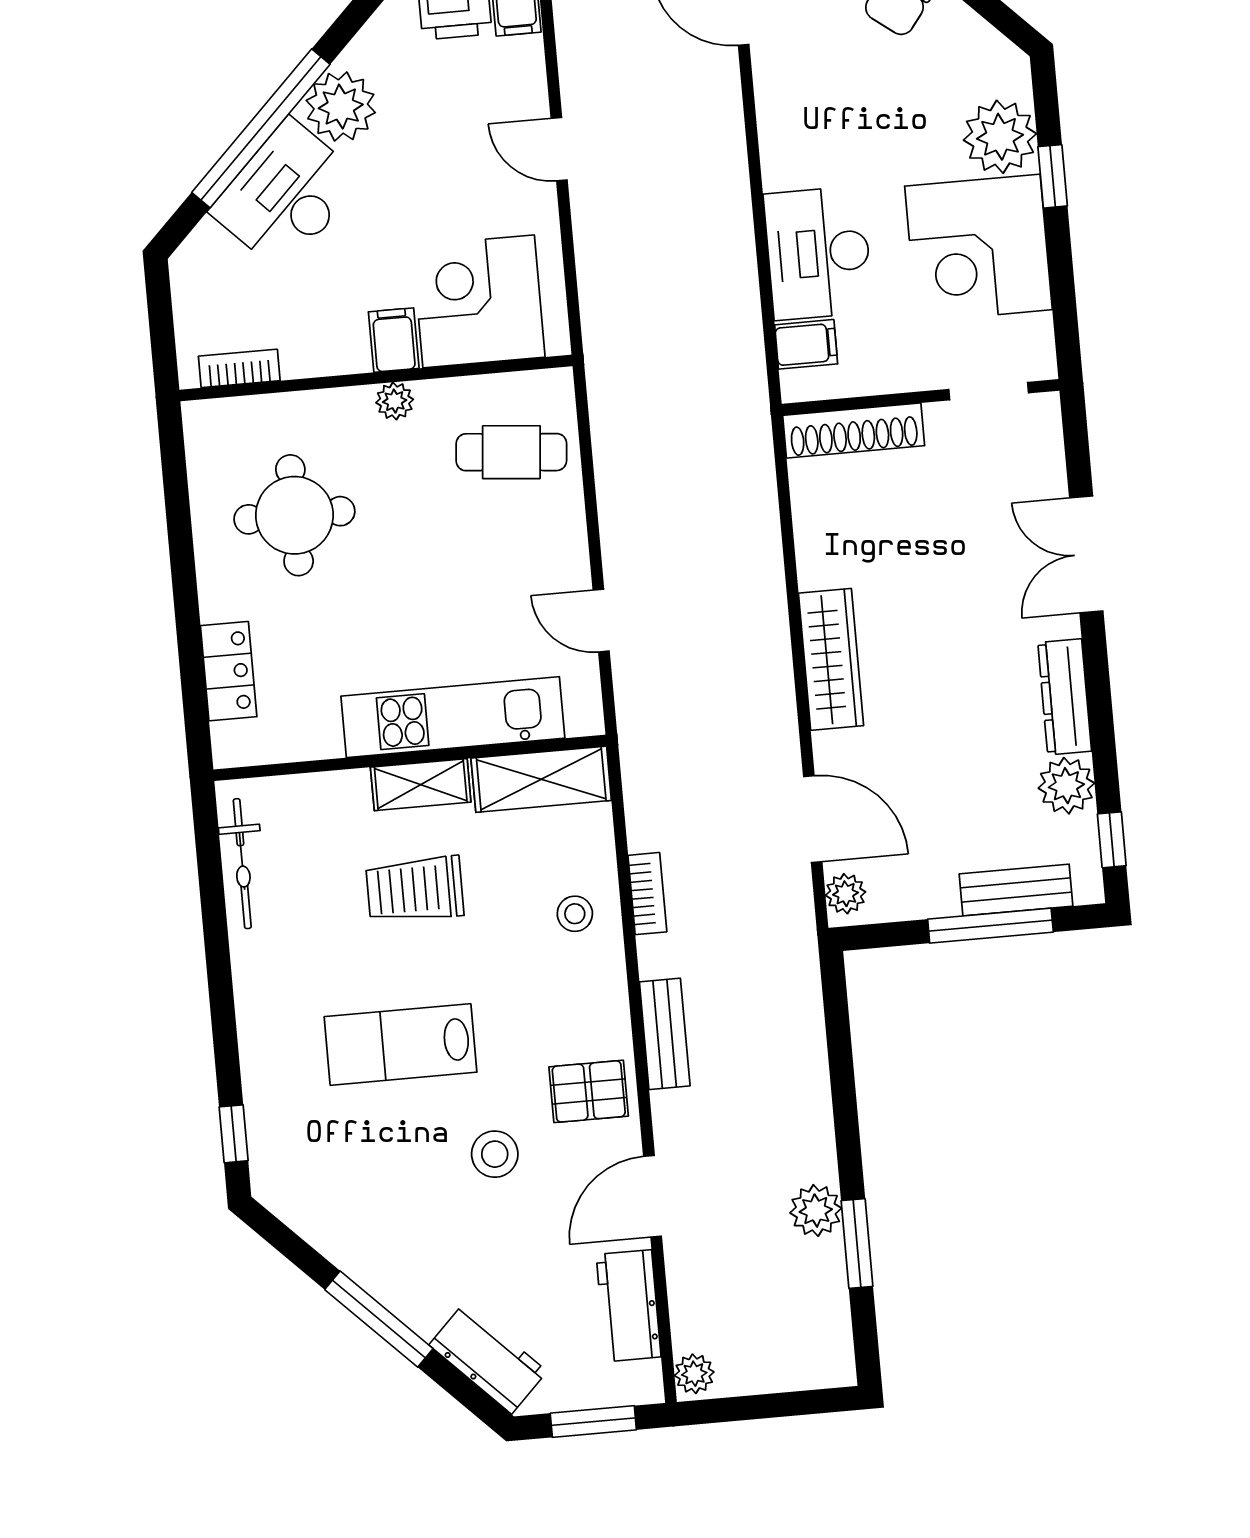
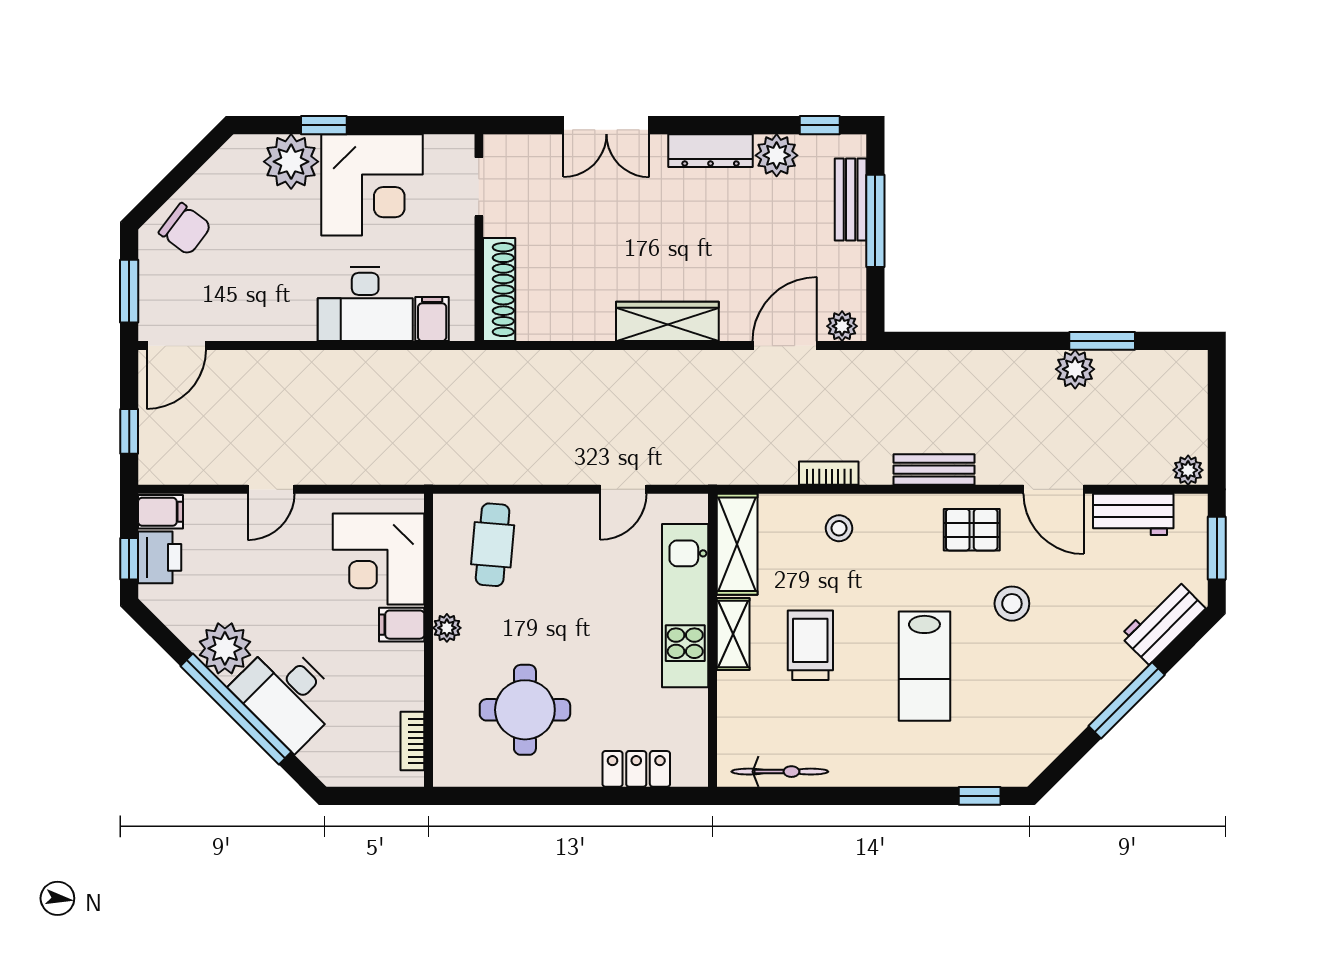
trolley: (415, 889) -> (810, 645), turned 180
pallet: (589, 1091) -> (972, 530), turned 90

